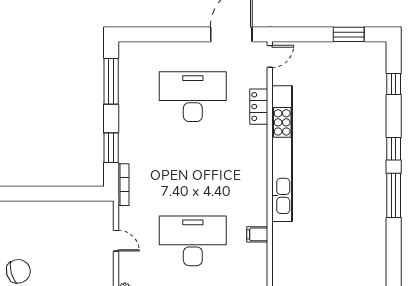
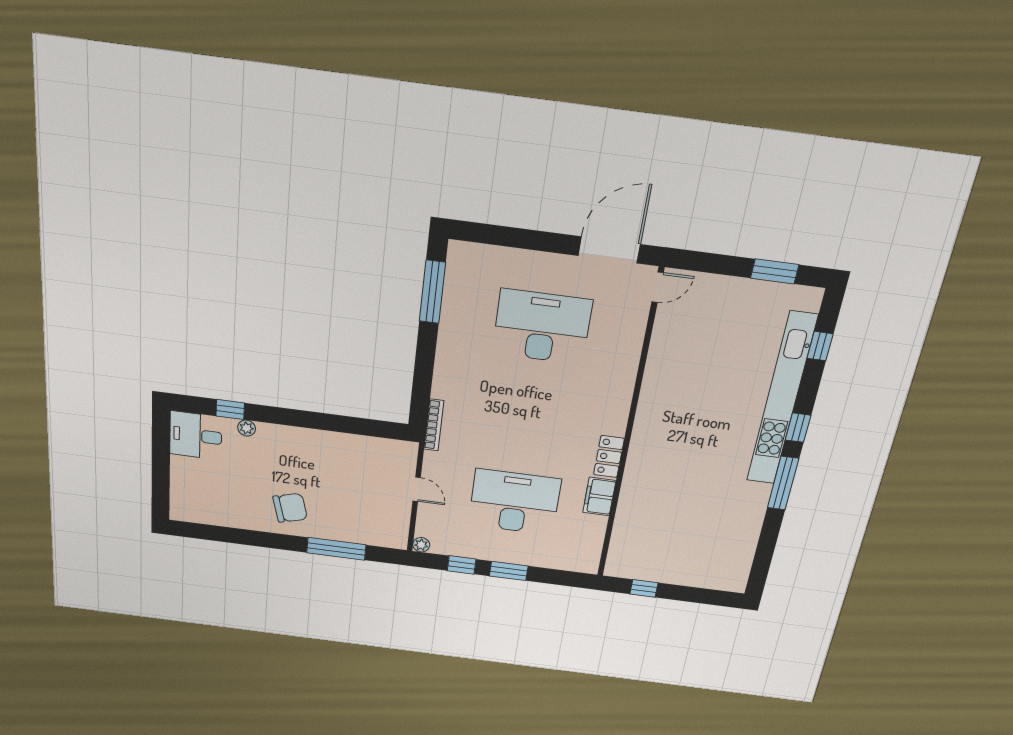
locker: (259, 107) -> (609, 457), moved
window: (111, 148) -> (423, 378), removed
kitchen unit: (282, 154) -> (782, 400), moved, turned 180
filing cabinet: (257, 234) -> (599, 497), width x2.00

